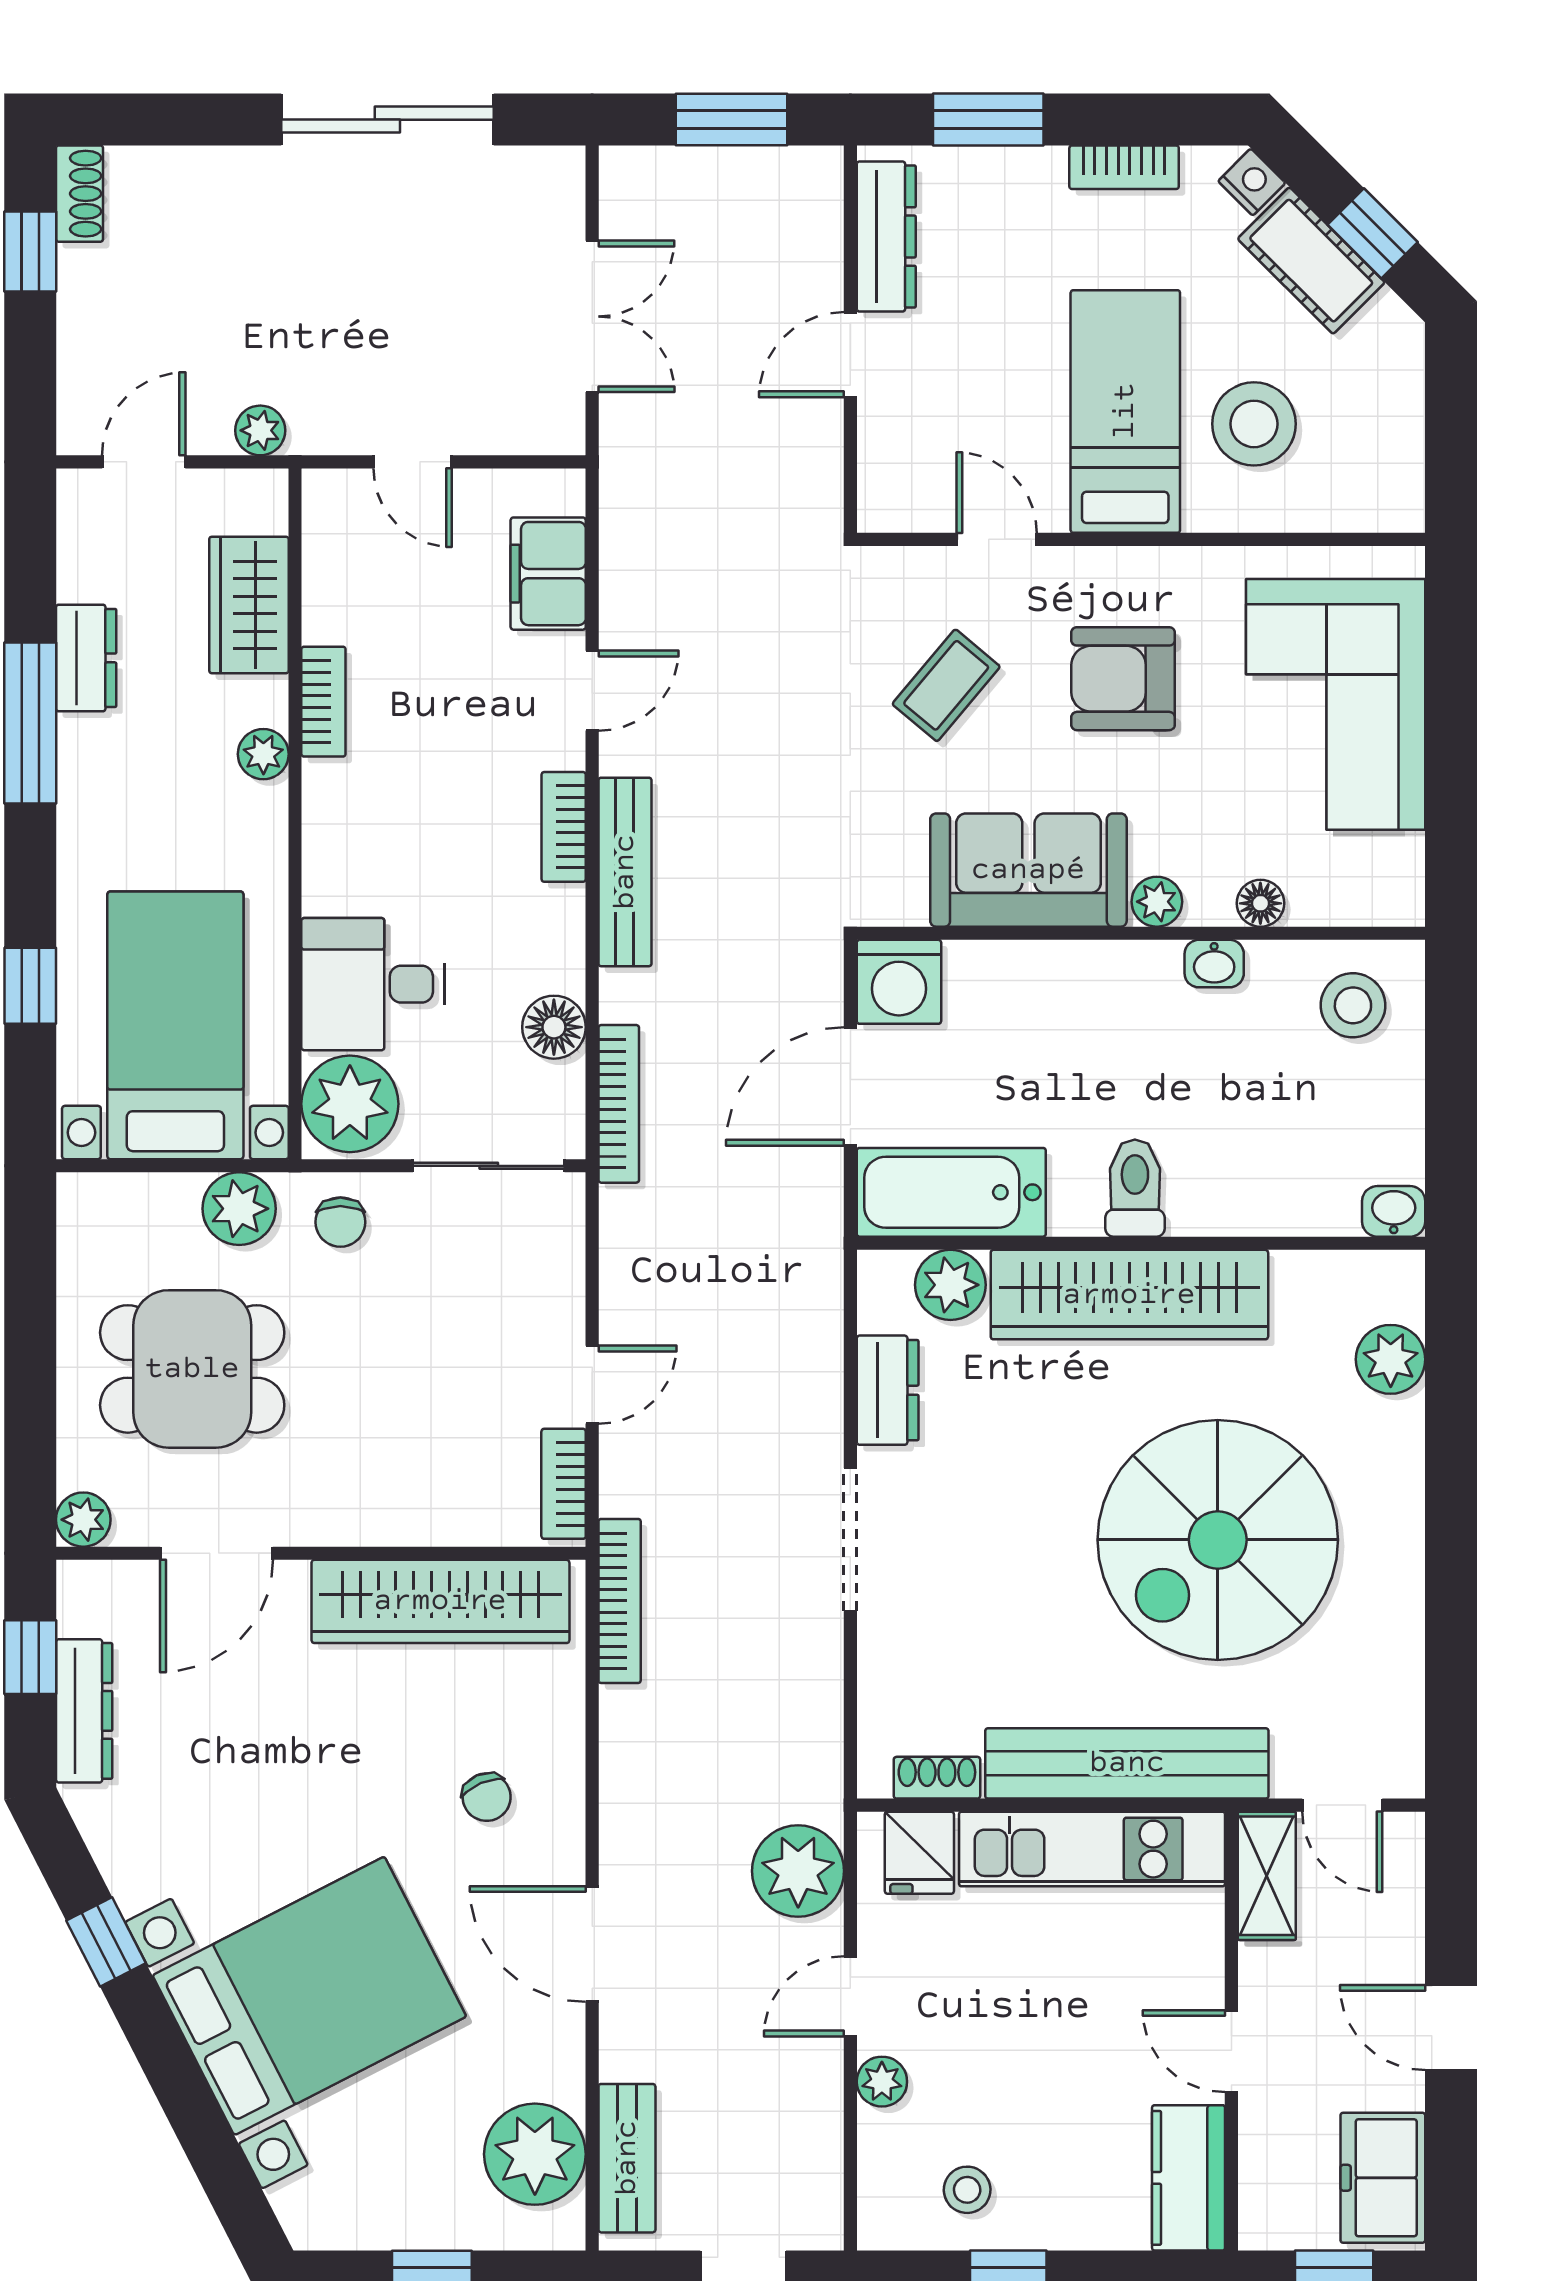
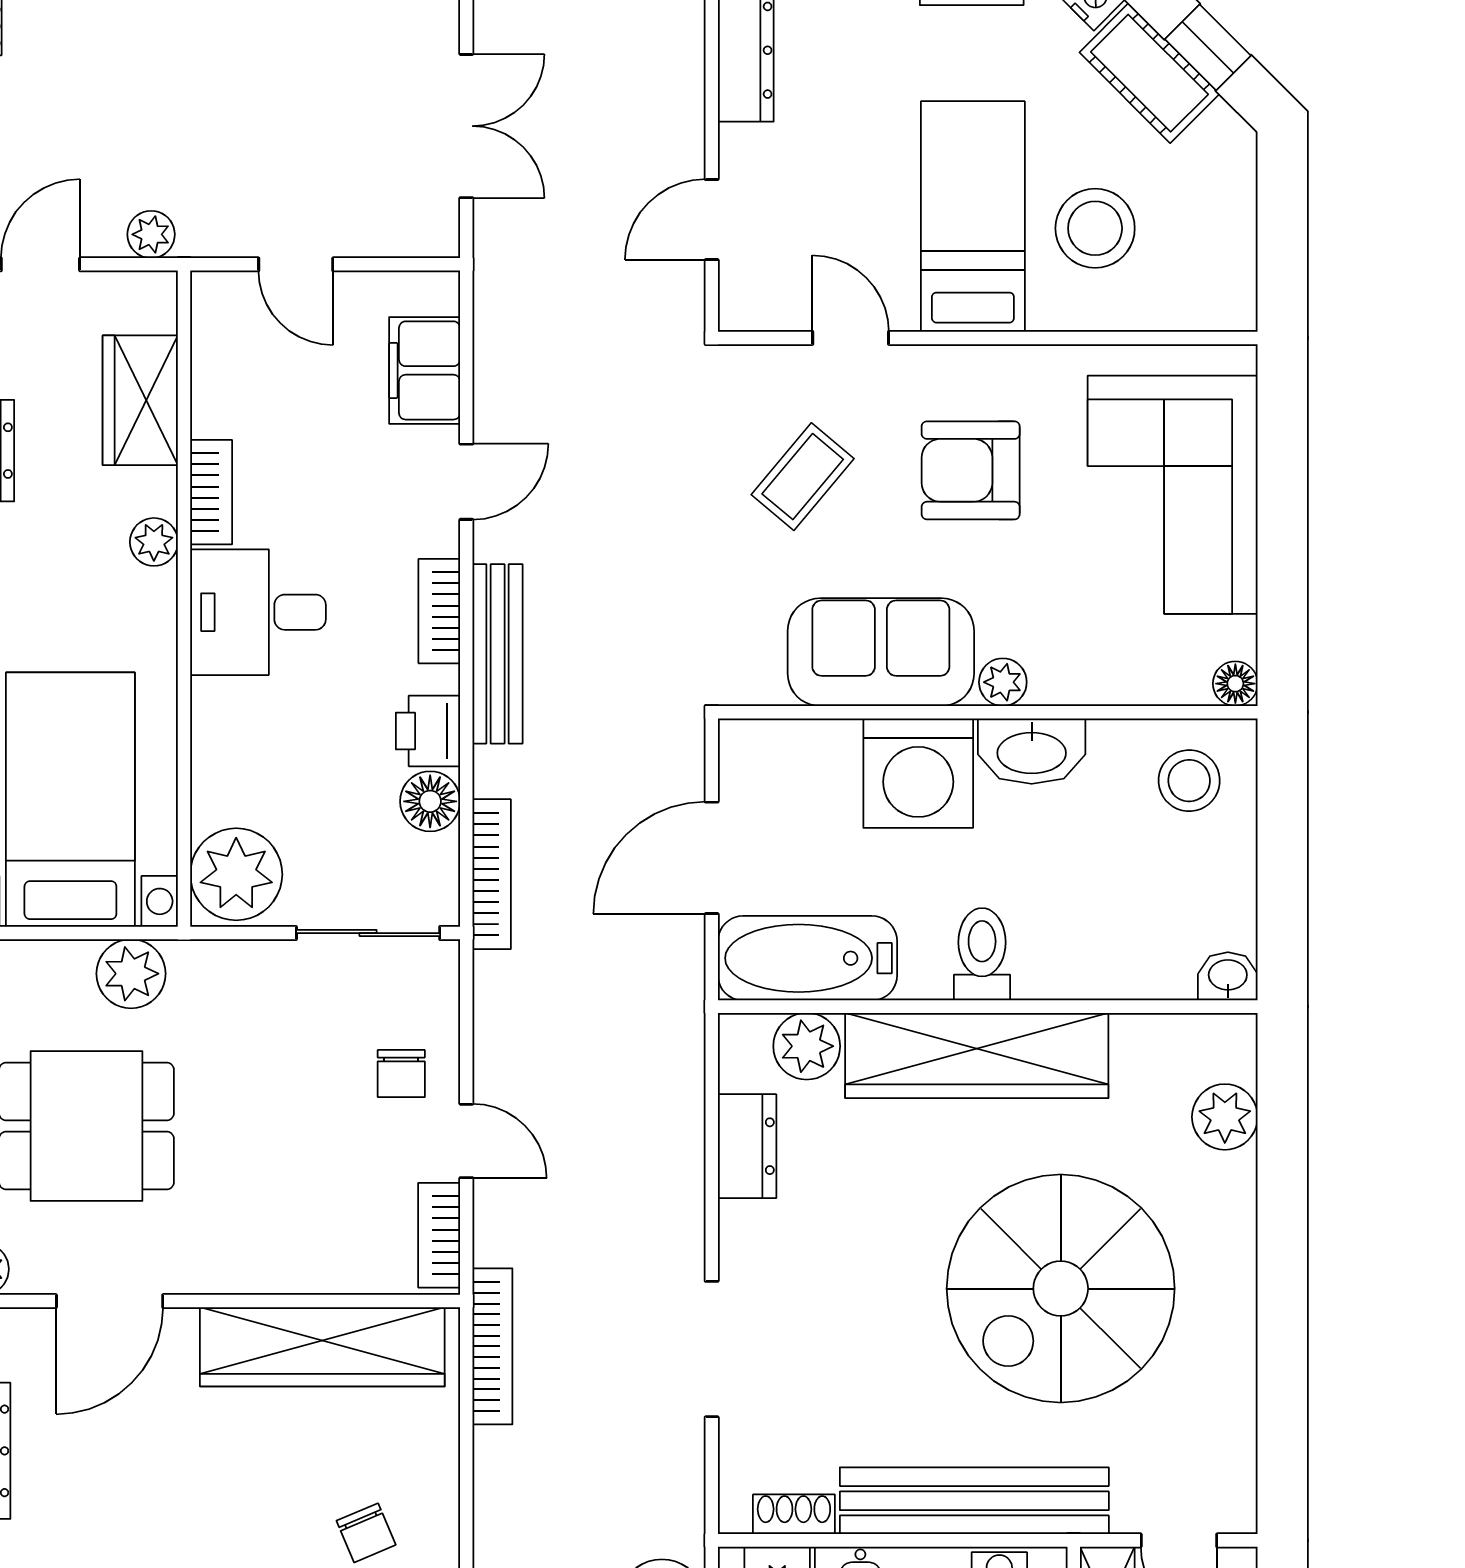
door: (850, 355) -> (712, 220), moved
floor lamp: (1260, 903) -> (1235, 684), moved
printer: (552, 953) -> (428, 731), added
washbasin: (1214, 964) -> (1032, 751), width x1.91, depth x1.45
washing machine: (899, 982) -> (918, 773), moved, width x1.37, depth x1.37
desk: (373, 984) -> (258, 612), moved
chair: (340, 1222) -> (401, 1074), moved
door: (592, 1385) -> (466, 1141), hinge flipped
doorway: (850, 1540) -> (712, 1349), moved

